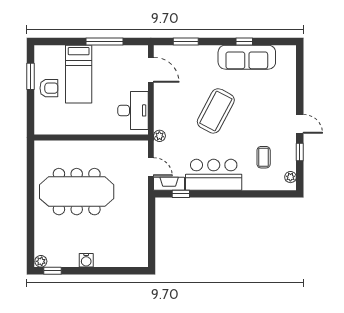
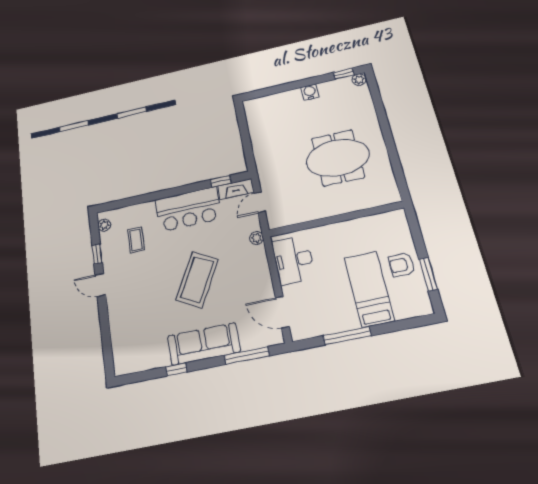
window: (186, 41) -> (247, 355), width x1.44
sofa: (247, 57) -> (204, 344), moved
door: (151, 167) -> (260, 202), hinge flipped
meeting table: (77, 192) -> (338, 158), width x0.73

